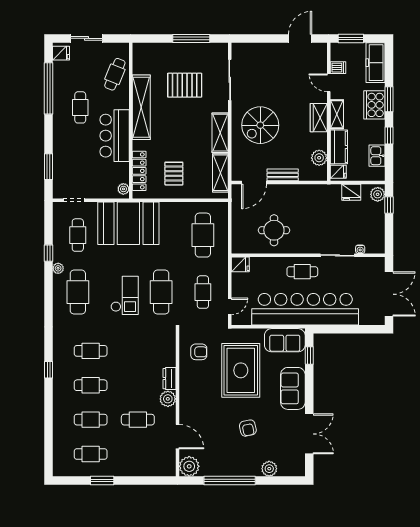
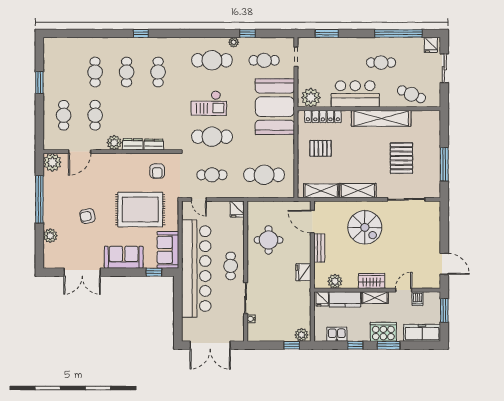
spiral stairs: (260, 125) -> (365, 227), turned 180
plant: (123, 189) -> (311, 98), width x1.88, depth x1.88
fridge: (351, 192) -> (303, 272), moved
dresser: (170, 356) -> (154, 145), added
cafe table: (91, 454) -> (64, 115), moved

